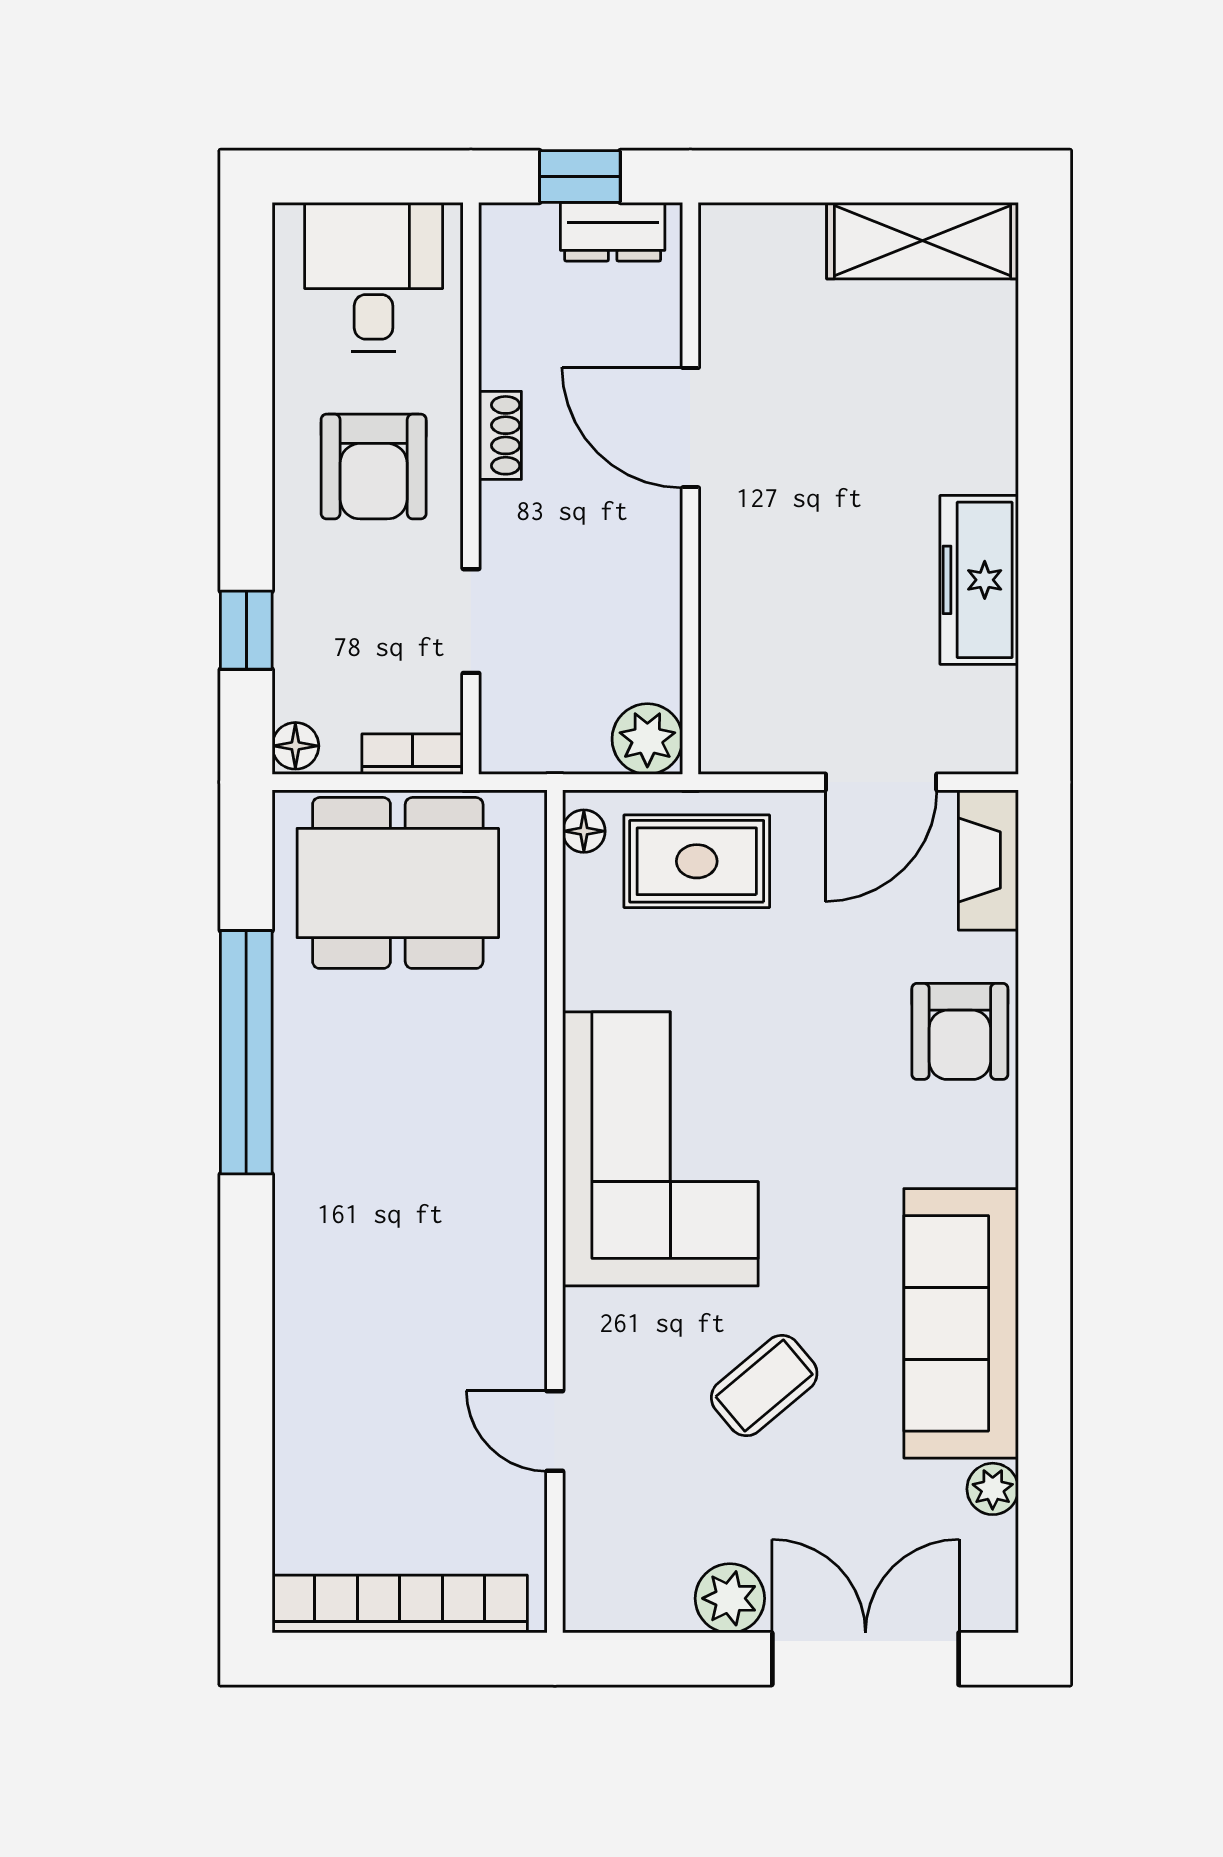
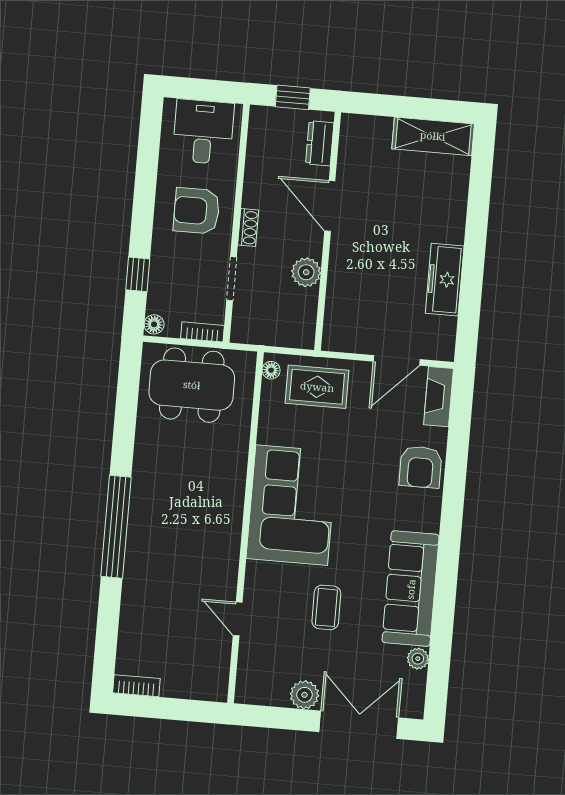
dresser: (613, 232) -> (320, 143), moved, turned 90
shoe rack: (500, 435) -> (248, 228), moved
armchair: (374, 467) -> (197, 211), turned 90
plant: (647, 739) -> (306, 272), moved
window: (246, 1052) -> (116, 527), moved
coffee table: (764, 1386) -> (326, 607), turned -50
bookcase: (400, 1604) -> (136, 686), width x0.43, depth x0.76

